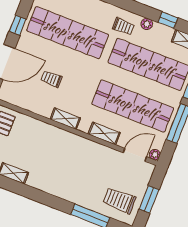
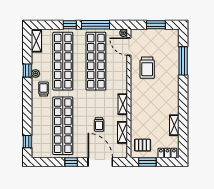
window: (168, 20) -> (27, 70), moved
shelving: (104, 133) -> (122, 132), moved
trolley: (119, 200) -> (147, 68), moved

